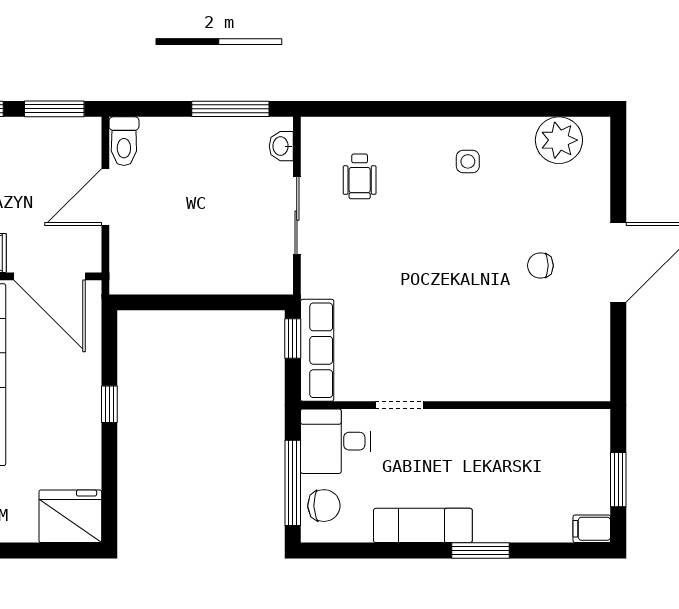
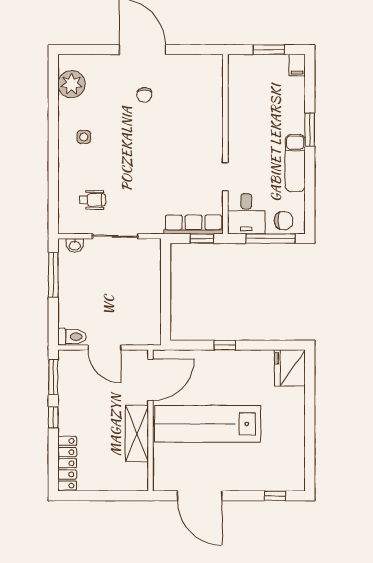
window: (293, 338) -> (202, 239), moved
chair: (324, 506) -> (284, 221), turned 92

